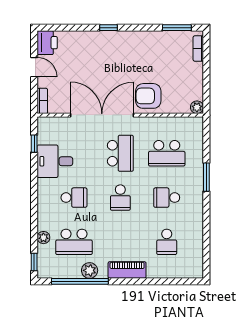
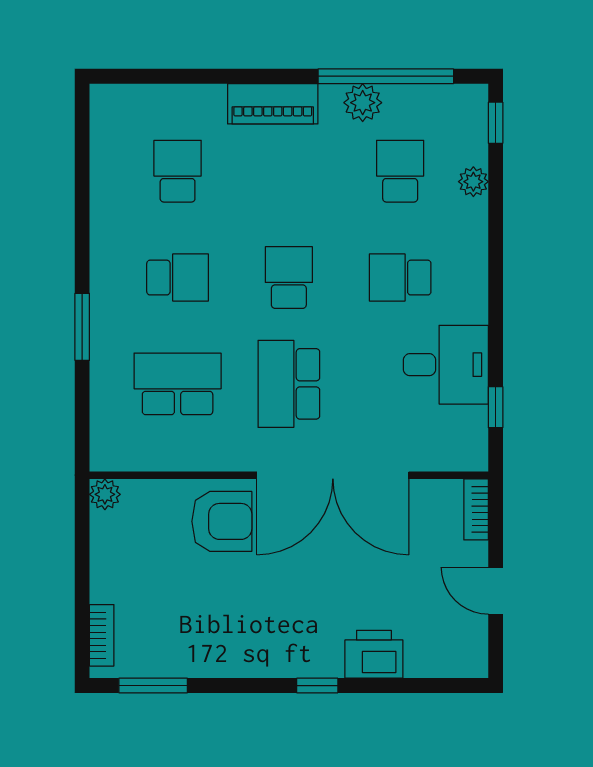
printer: (47, 43) -> (374, 654), moved, turned 90
school desk: (74, 242) -> (400, 171), width x0.54

